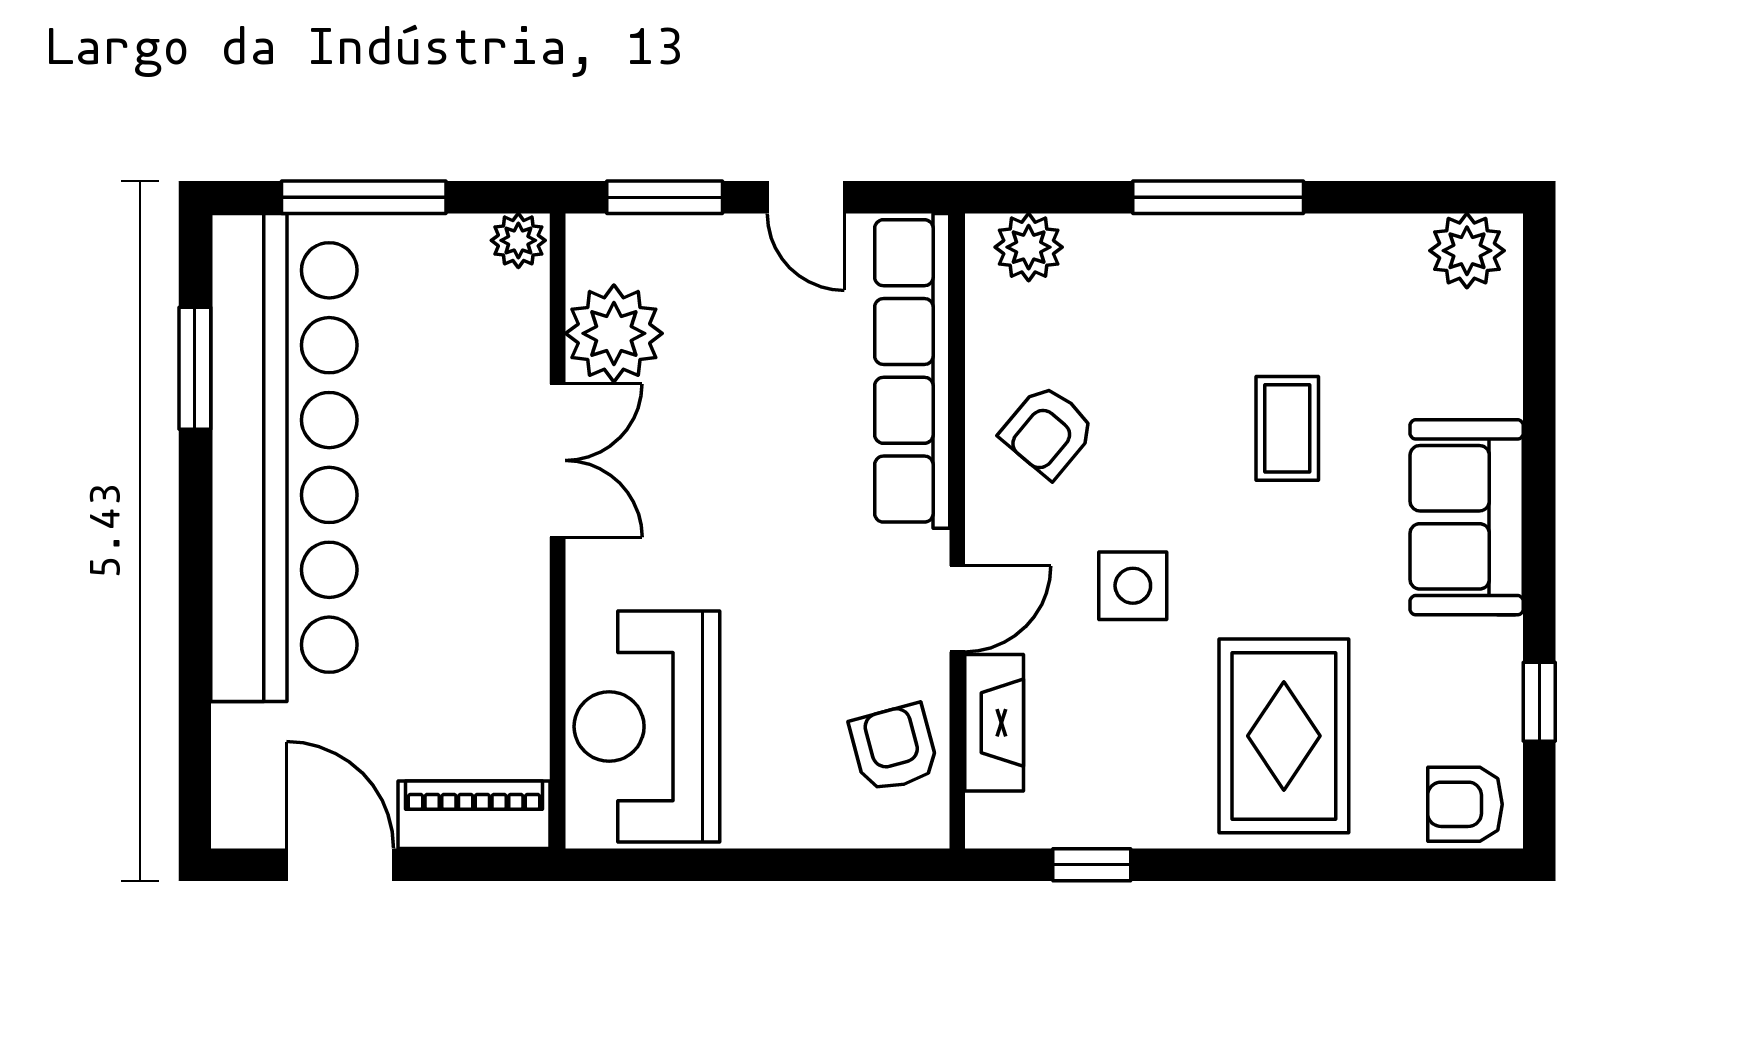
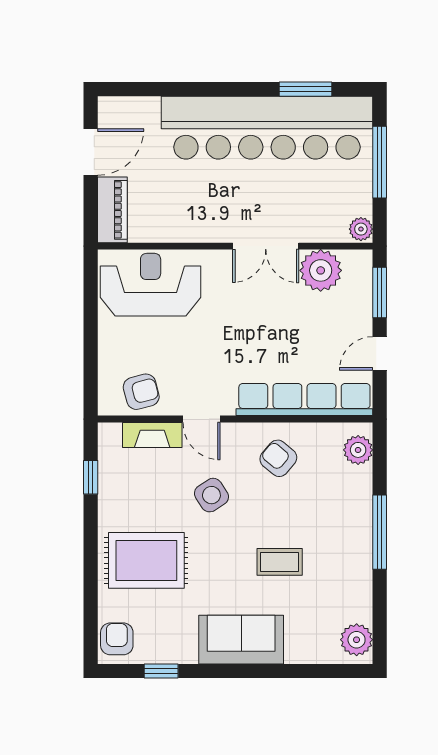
side table: (1133, 586) -> (211, 495), turned -33

